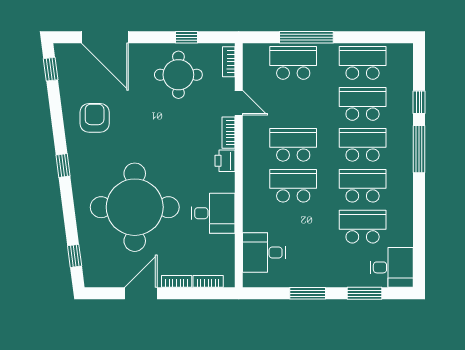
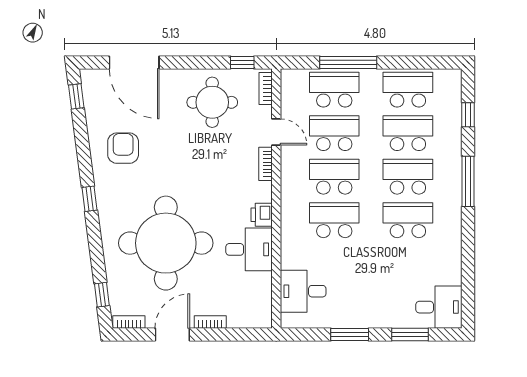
window: (187, 37) -> (242, 62), moved
window: (419, 102) -> (468, 115), moved
printer: (225, 161) -> (262, 215), moved
school desk: (363, 227) -> (334, 133), moved
bookcase: (208, 281) -> (129, 322), moved

